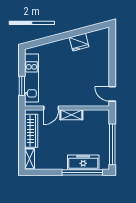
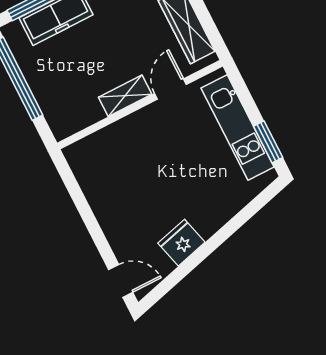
window: (22, 86) -> (268, 142), moved
door: (112, 94) -> (121, 281), moved

